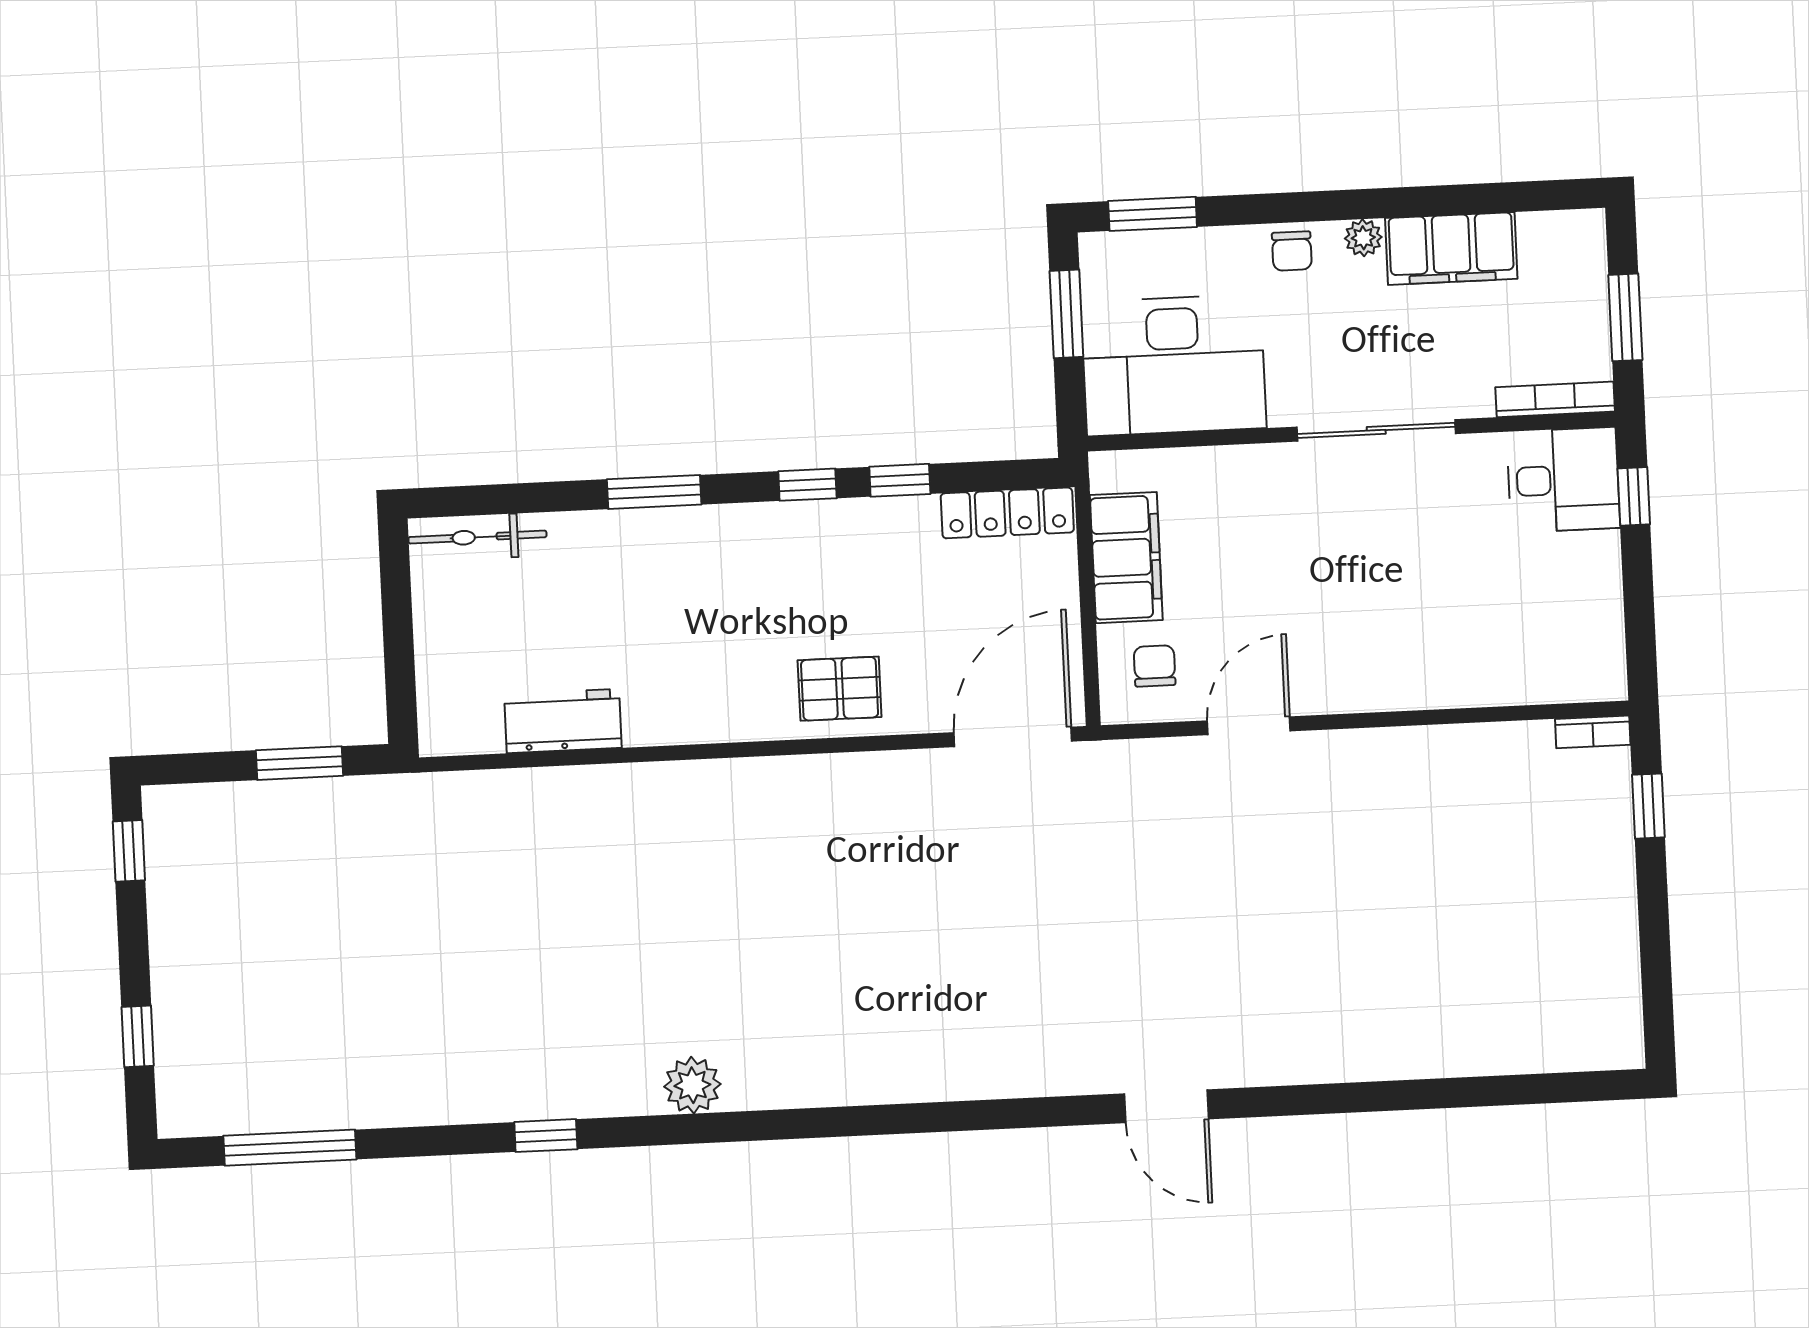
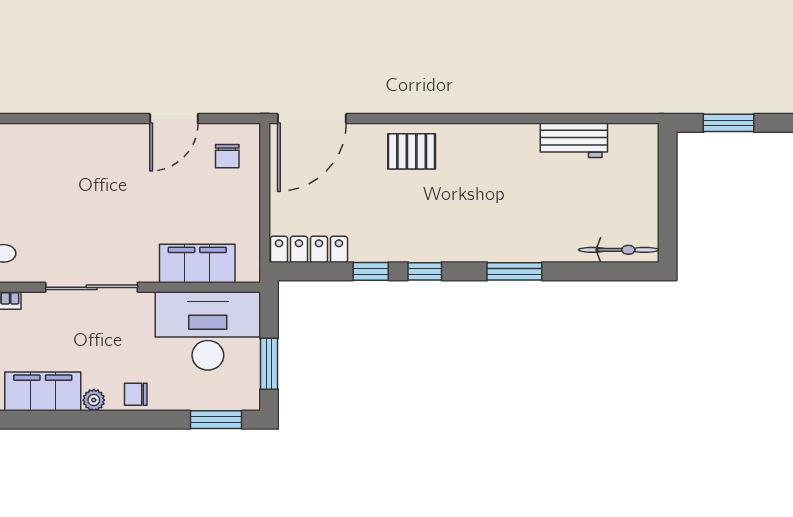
chair: (1292, 251) -> (136, 394), turned -90
filing cabinet: (1126, 558) -> (197, 263), moved, turned 90

